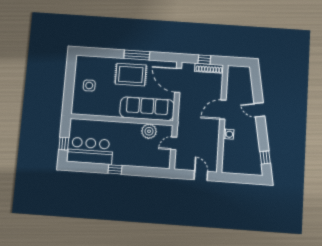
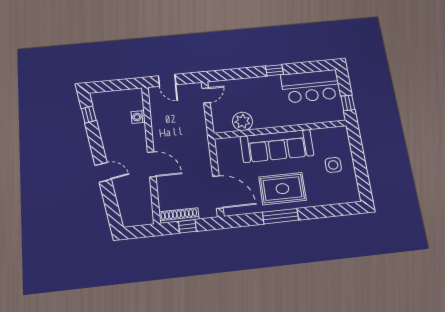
sofa: (147, 109) -> (277, 146), moved
door: (223, 110) -> (152, 164), hinge flipped
washing machine: (229, 134) -> (138, 117), moved
door: (174, 143) -> (206, 95), moved
window: (64, 144) -> (348, 103), moved

